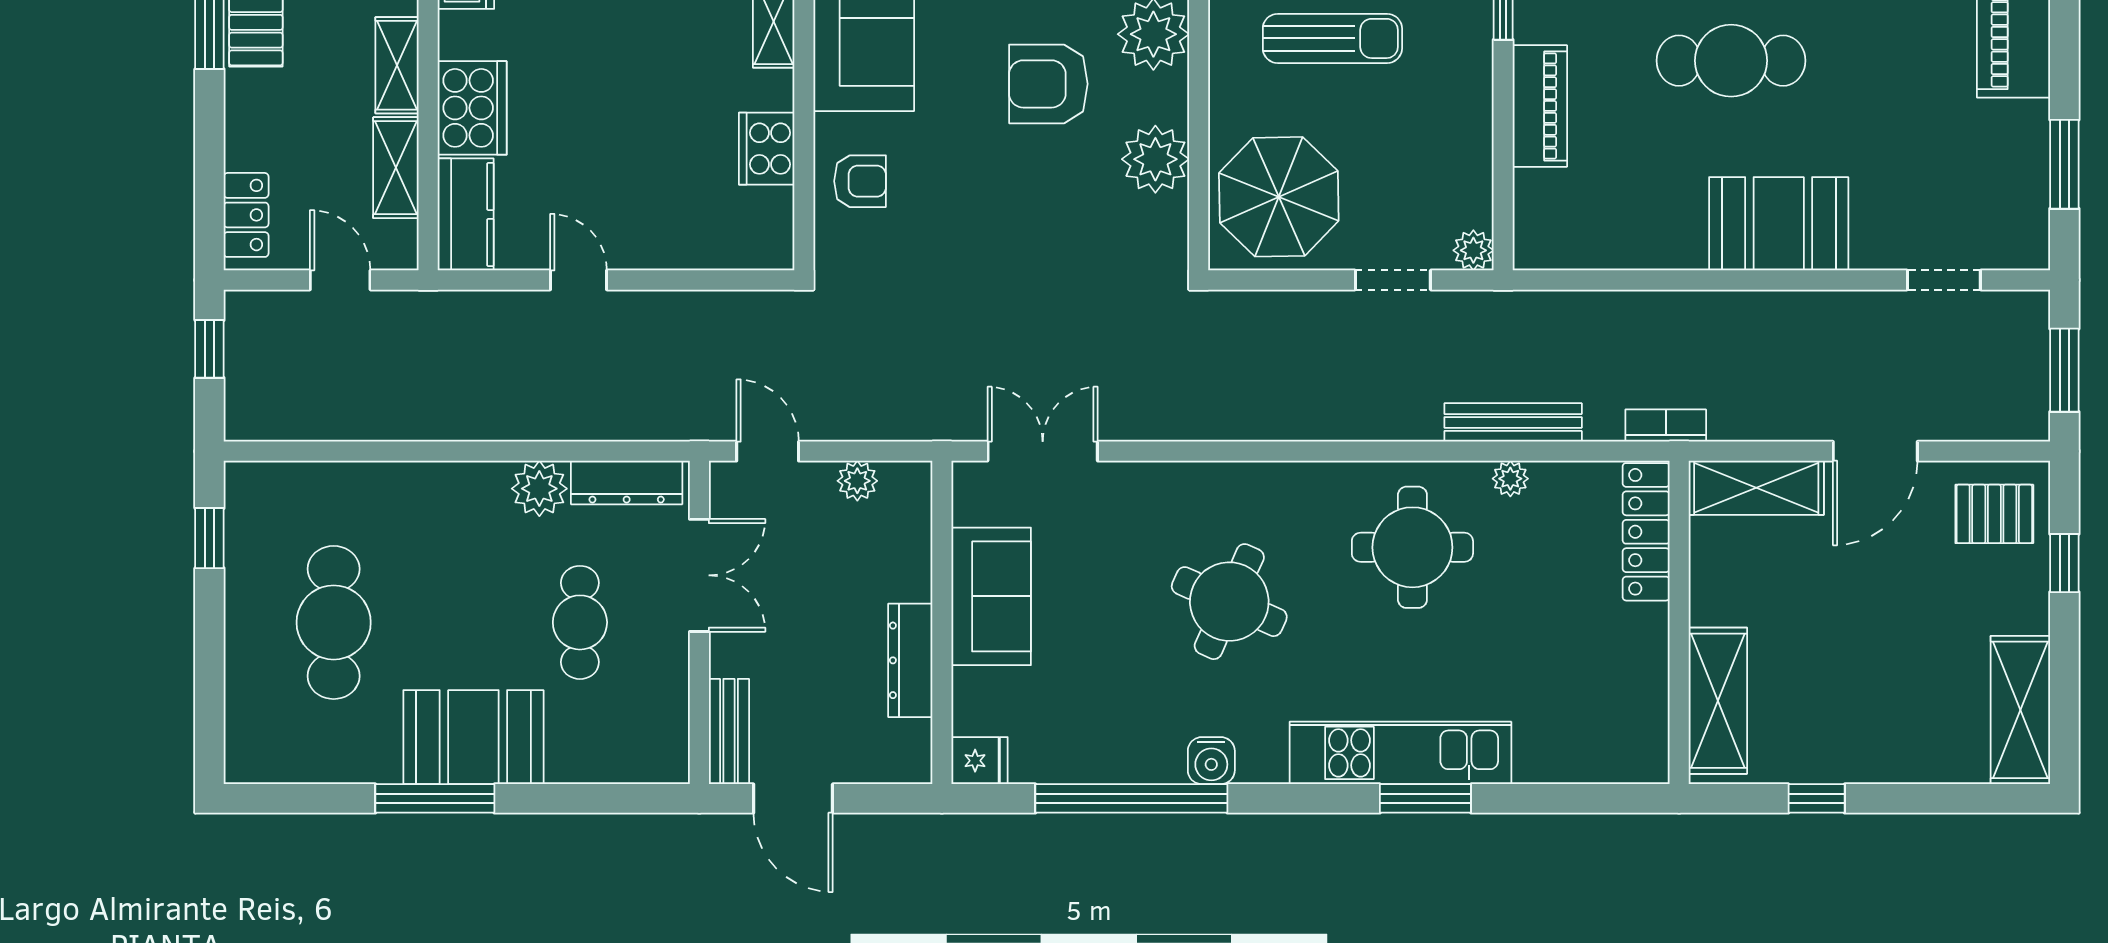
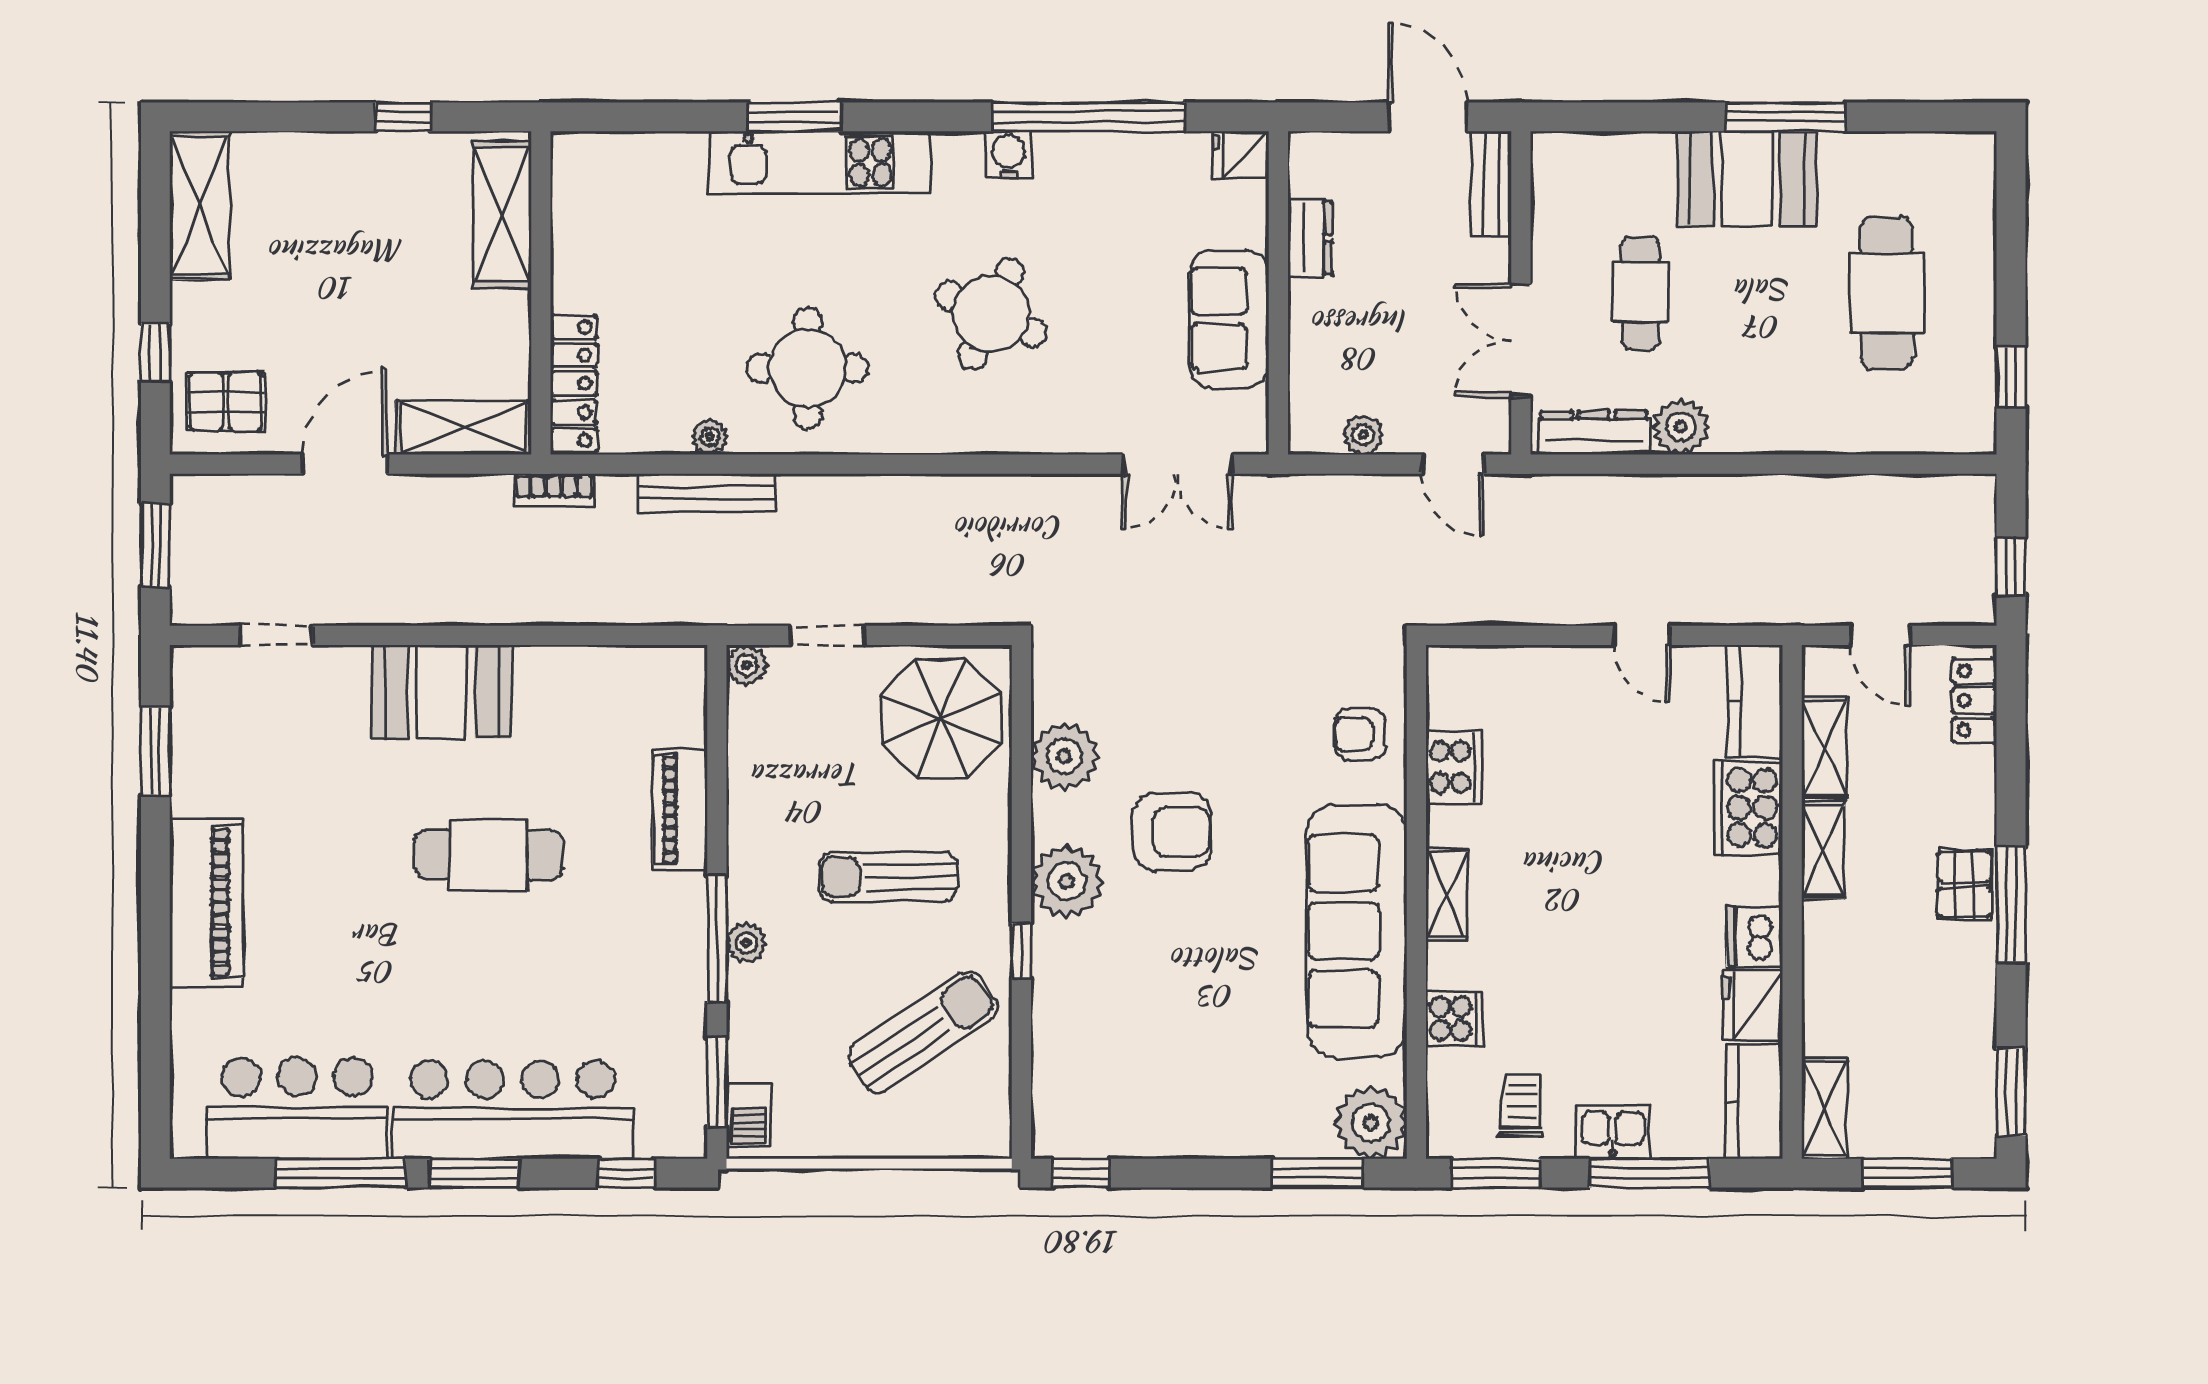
dresser: (910, 660) -> (1310, 238), width x0.70

